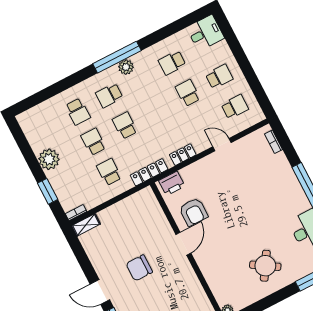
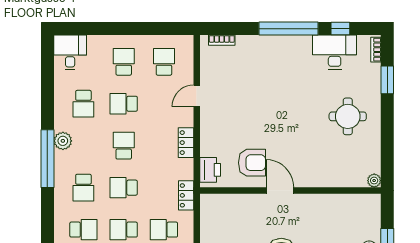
plant: (126, 67) -> (63, 141), moved
school desk: (156, 109) -> (124, 146), added
locker: (149, 172) -> (186, 195), width x0.66
round table: (265, 266) -> (348, 116), turned -32

